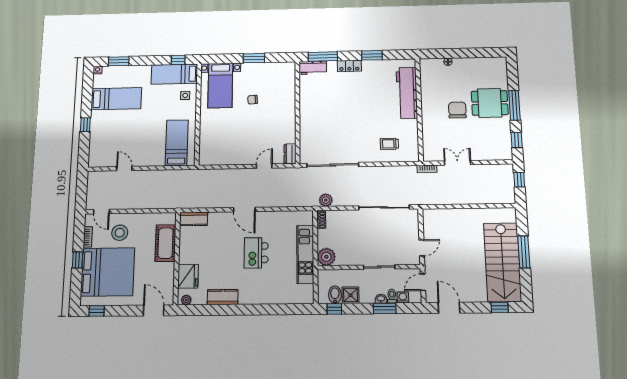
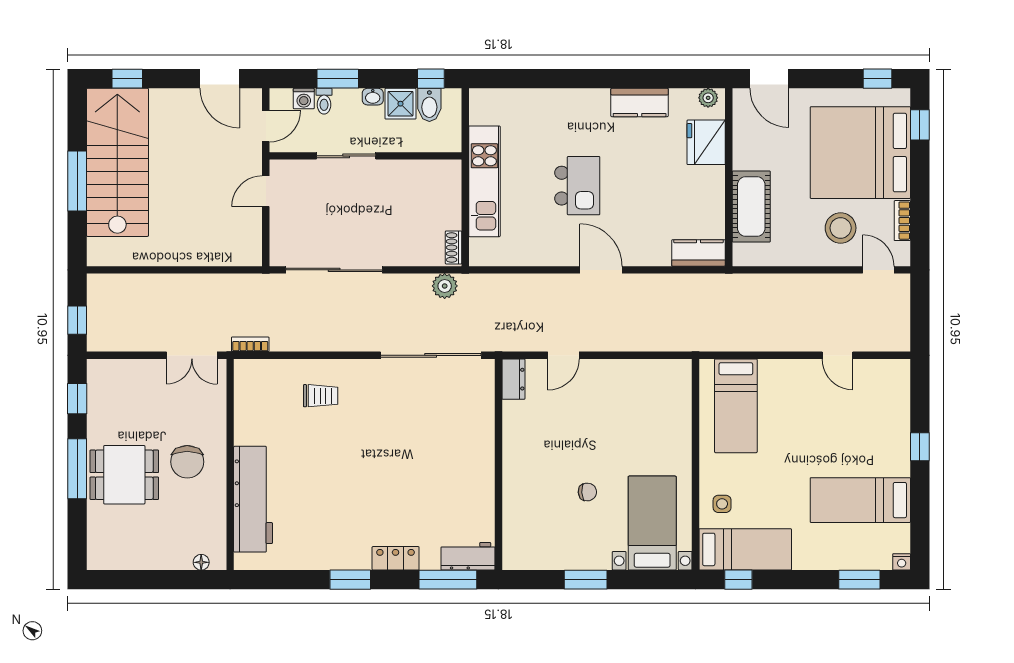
workbench: (407, 93) -> (253, 499), moved
wall: (419, 109) -> (230, 465), moved
plant: (326, 257) -> (445, 176), removed
window: (77, 260) -> (920, 125), moved
washbasin: (381, 299) -> (373, 97), moved

